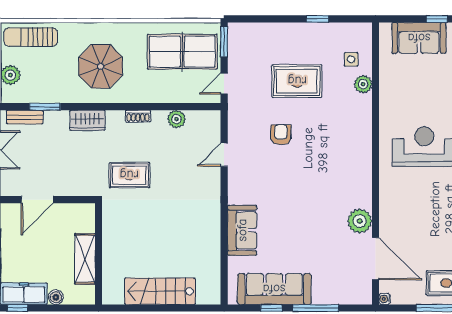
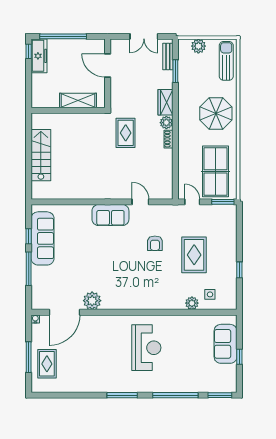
parasol: (101, 66) -> (216, 113), moved
plant: (177, 119) -> (166, 123), moved
armchair: (281, 135) -> (155, 243), turned 90
sofa: (242, 230) -> (110, 215), moved
shelving: (85, 259) -> (78, 100), moved
boiler: (56, 297) -> (37, 79), removed

